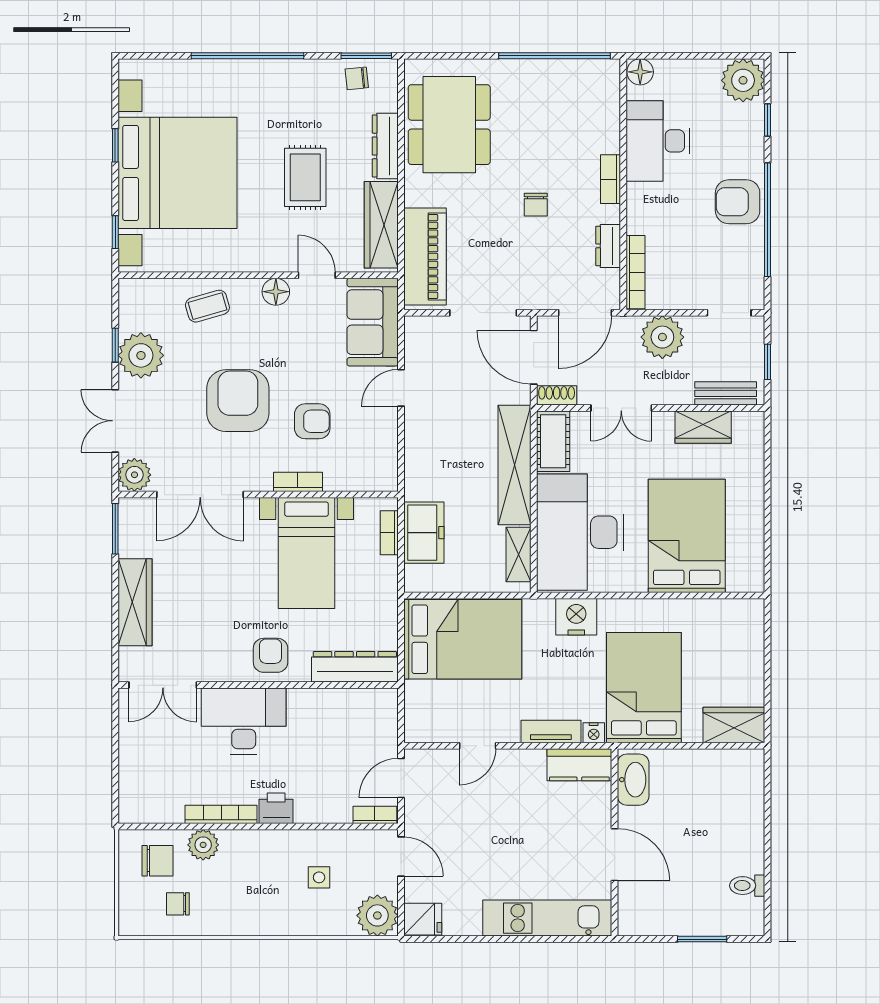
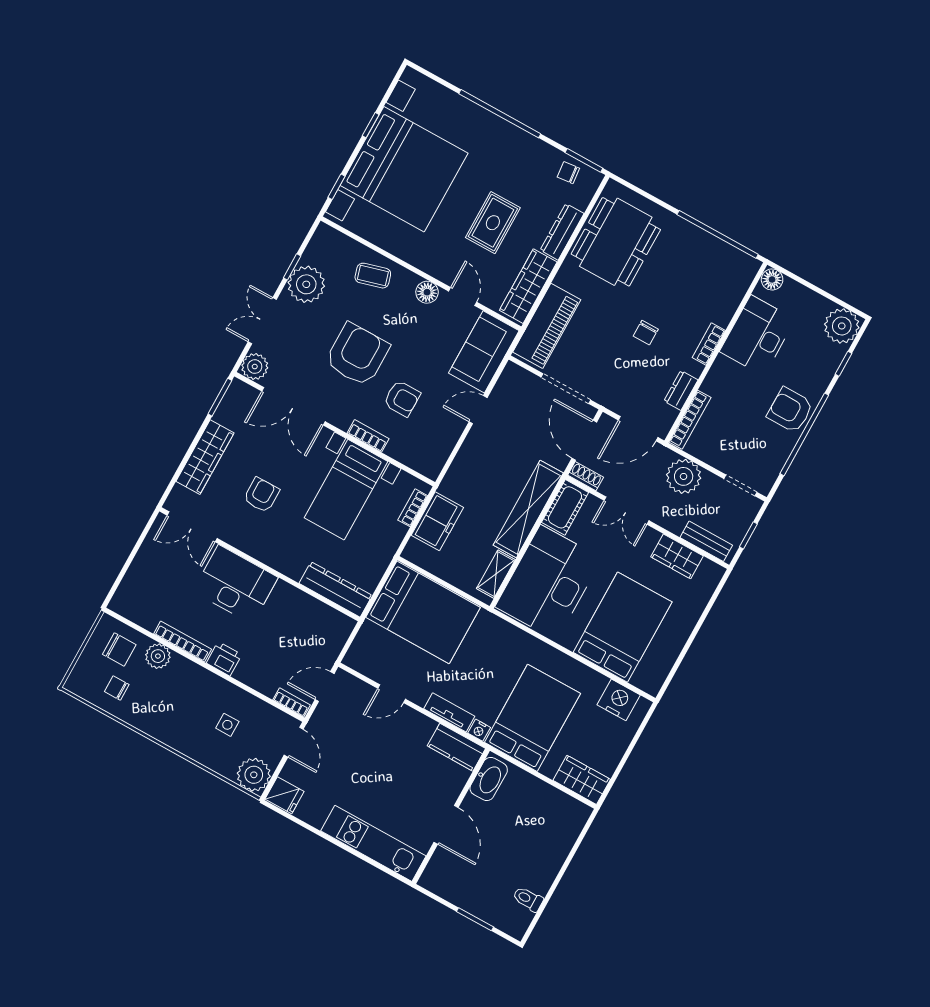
nightstand: (576, 617) -> (619, 700), moved
armchair: (271, 655) -> (261, 495), moved

